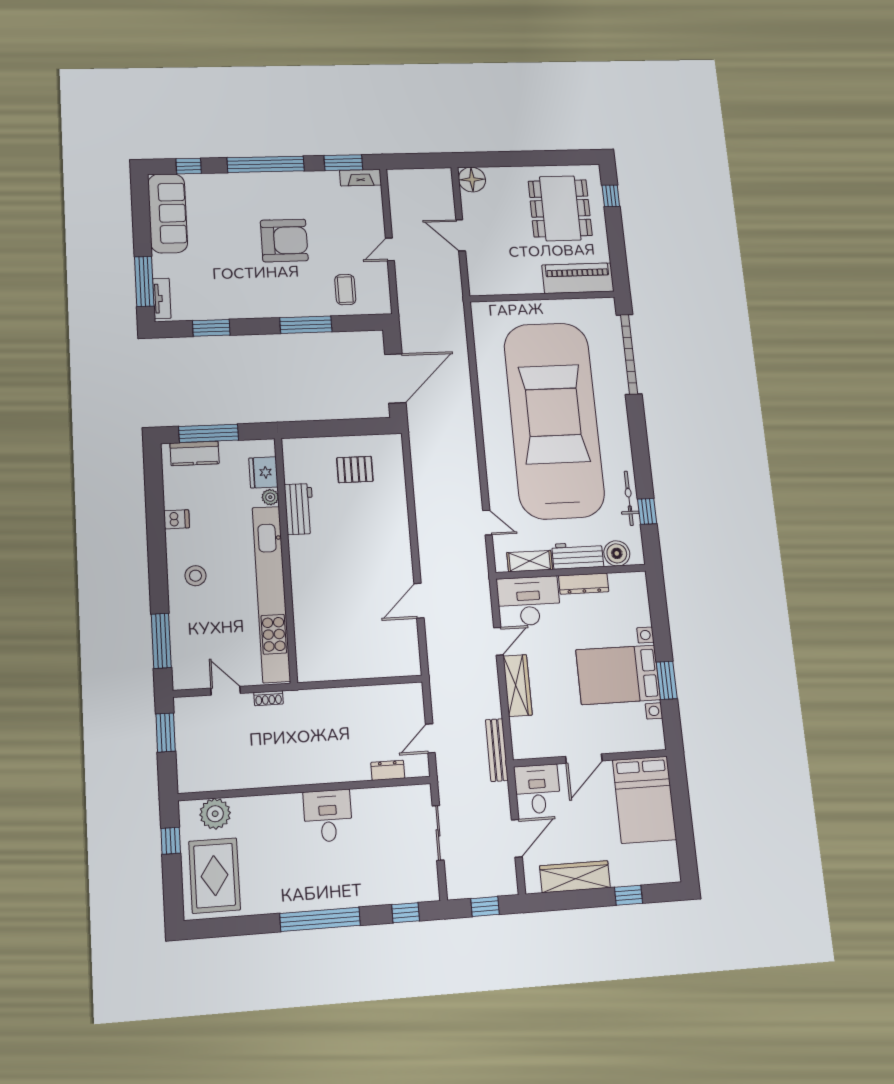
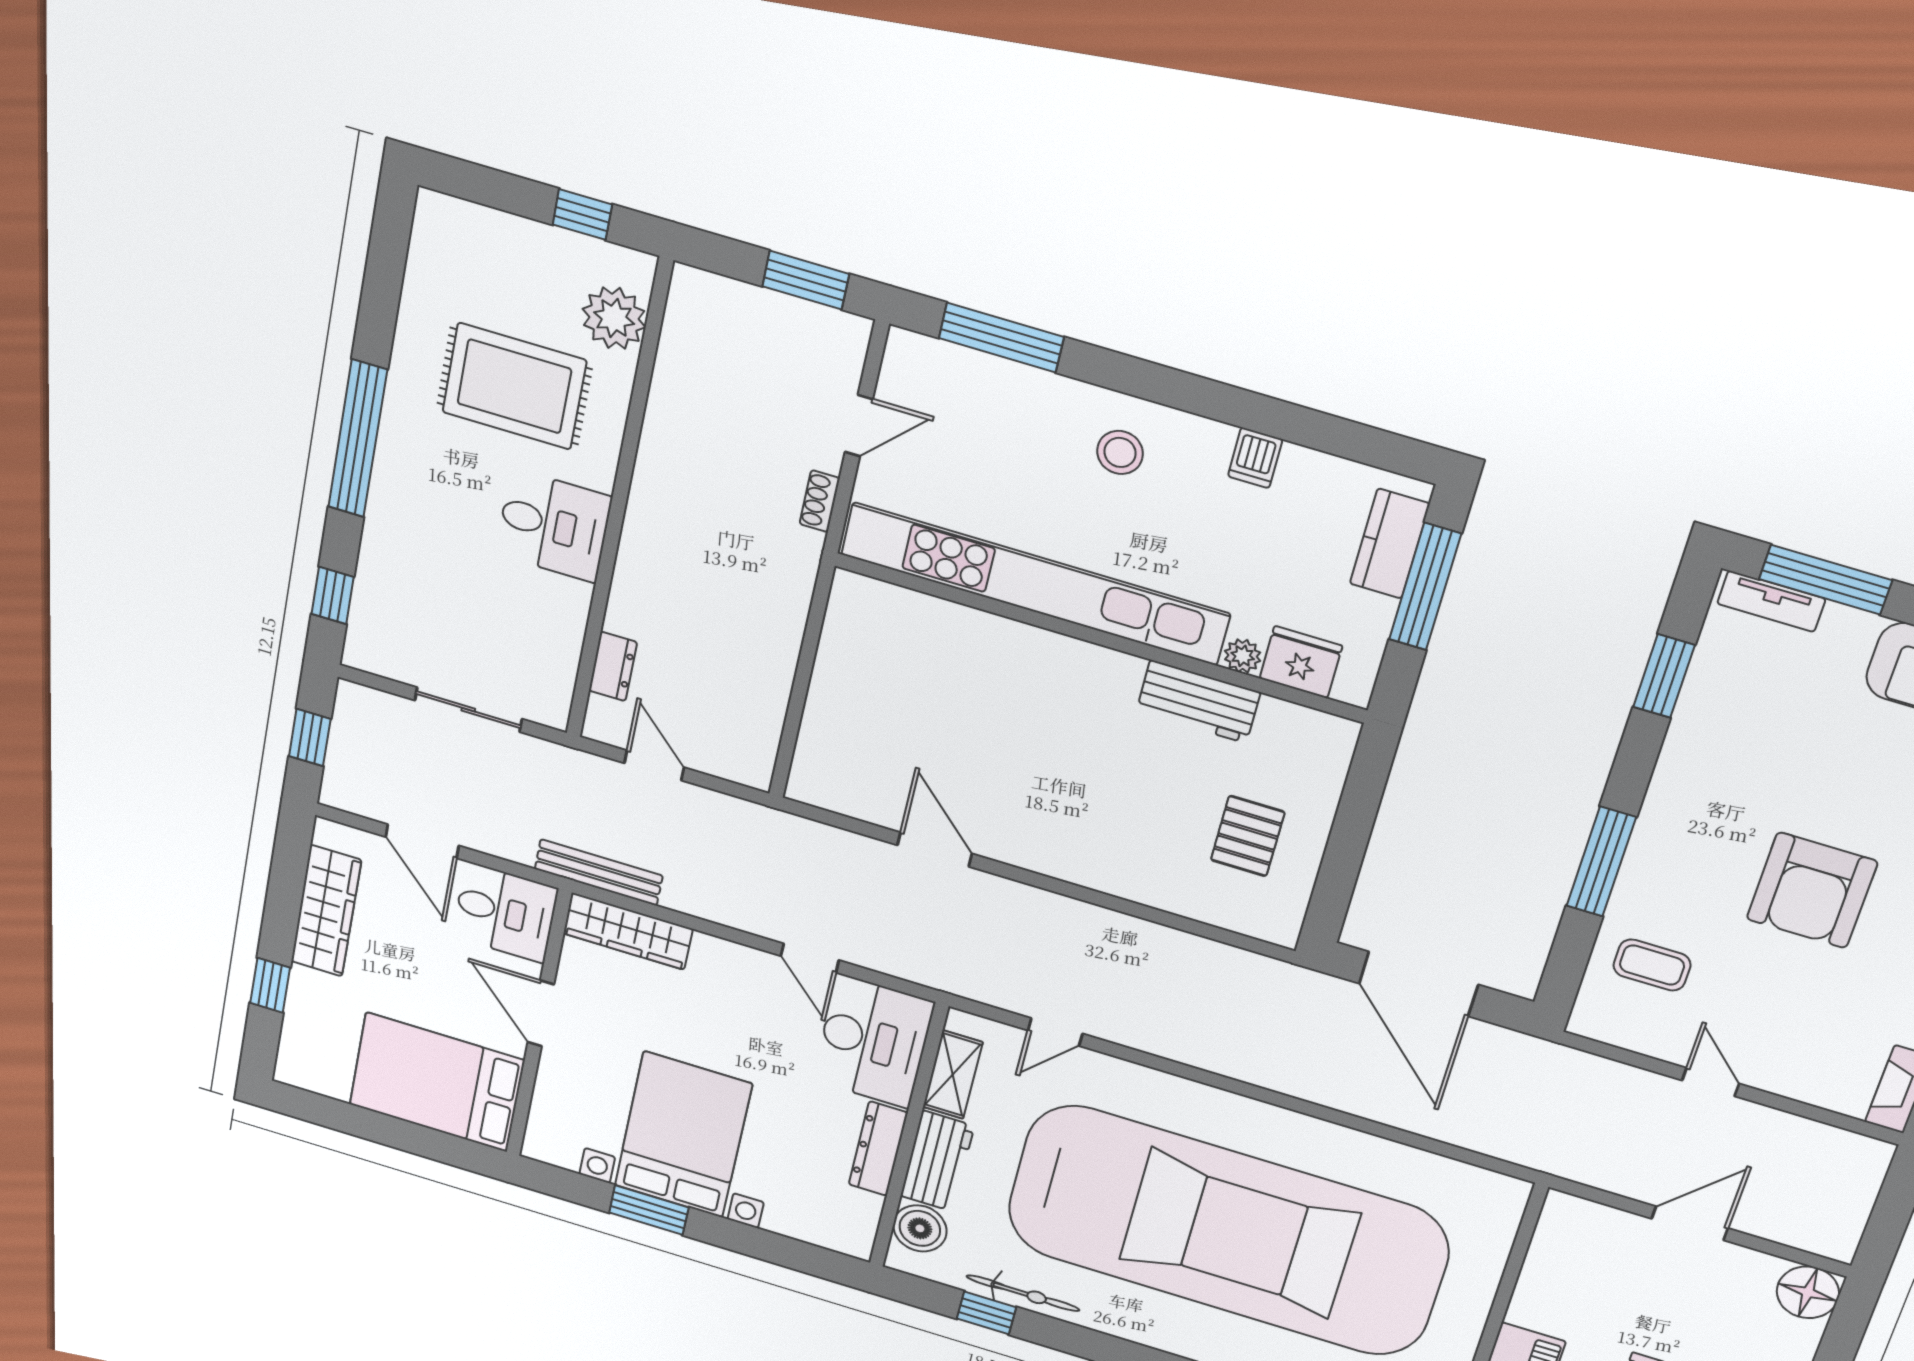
wardrobe: (518, 685) -> (628, 931), moved
rug: (215, 876) -> (514, 386), moved

